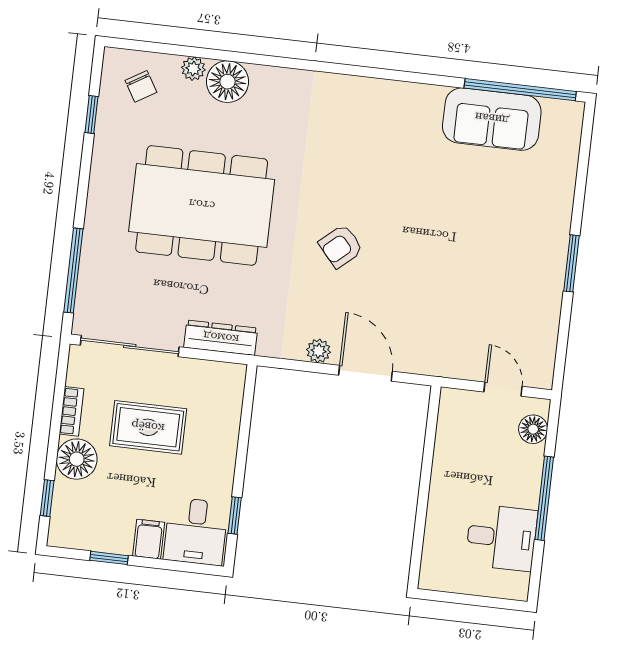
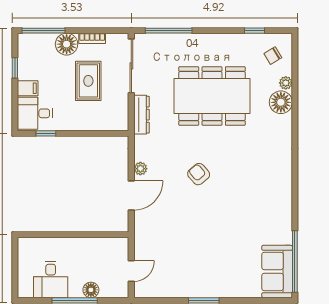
sofa: (492, 119) -> (277, 271), moved
dining table: (202, 205) -> (212, 96), turned 90
floor lamp: (533, 429) -> (91, 290), moved
window: (47, 498) -> (44, 31), width x2.17

